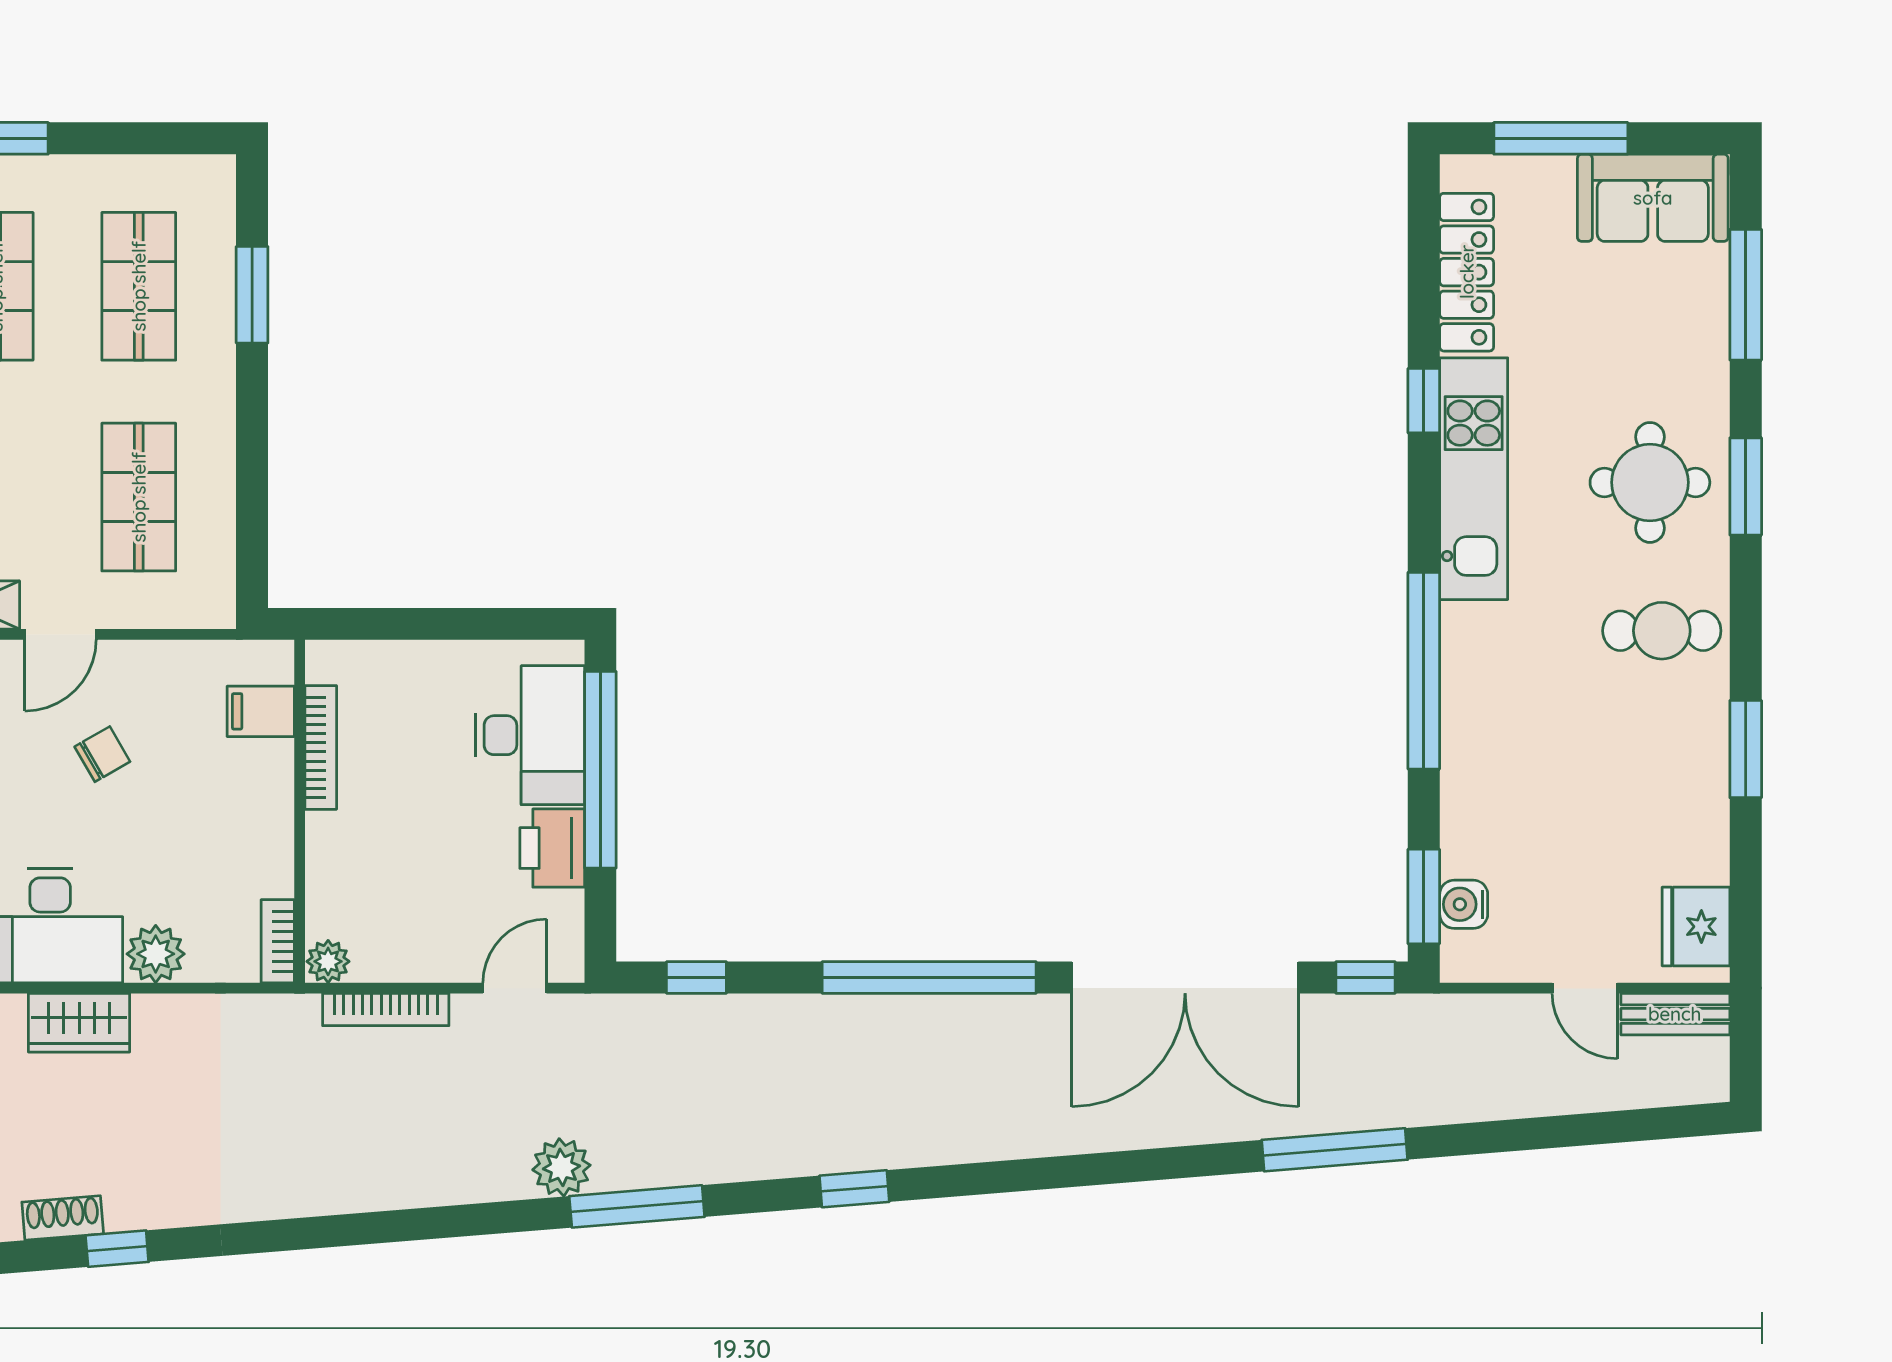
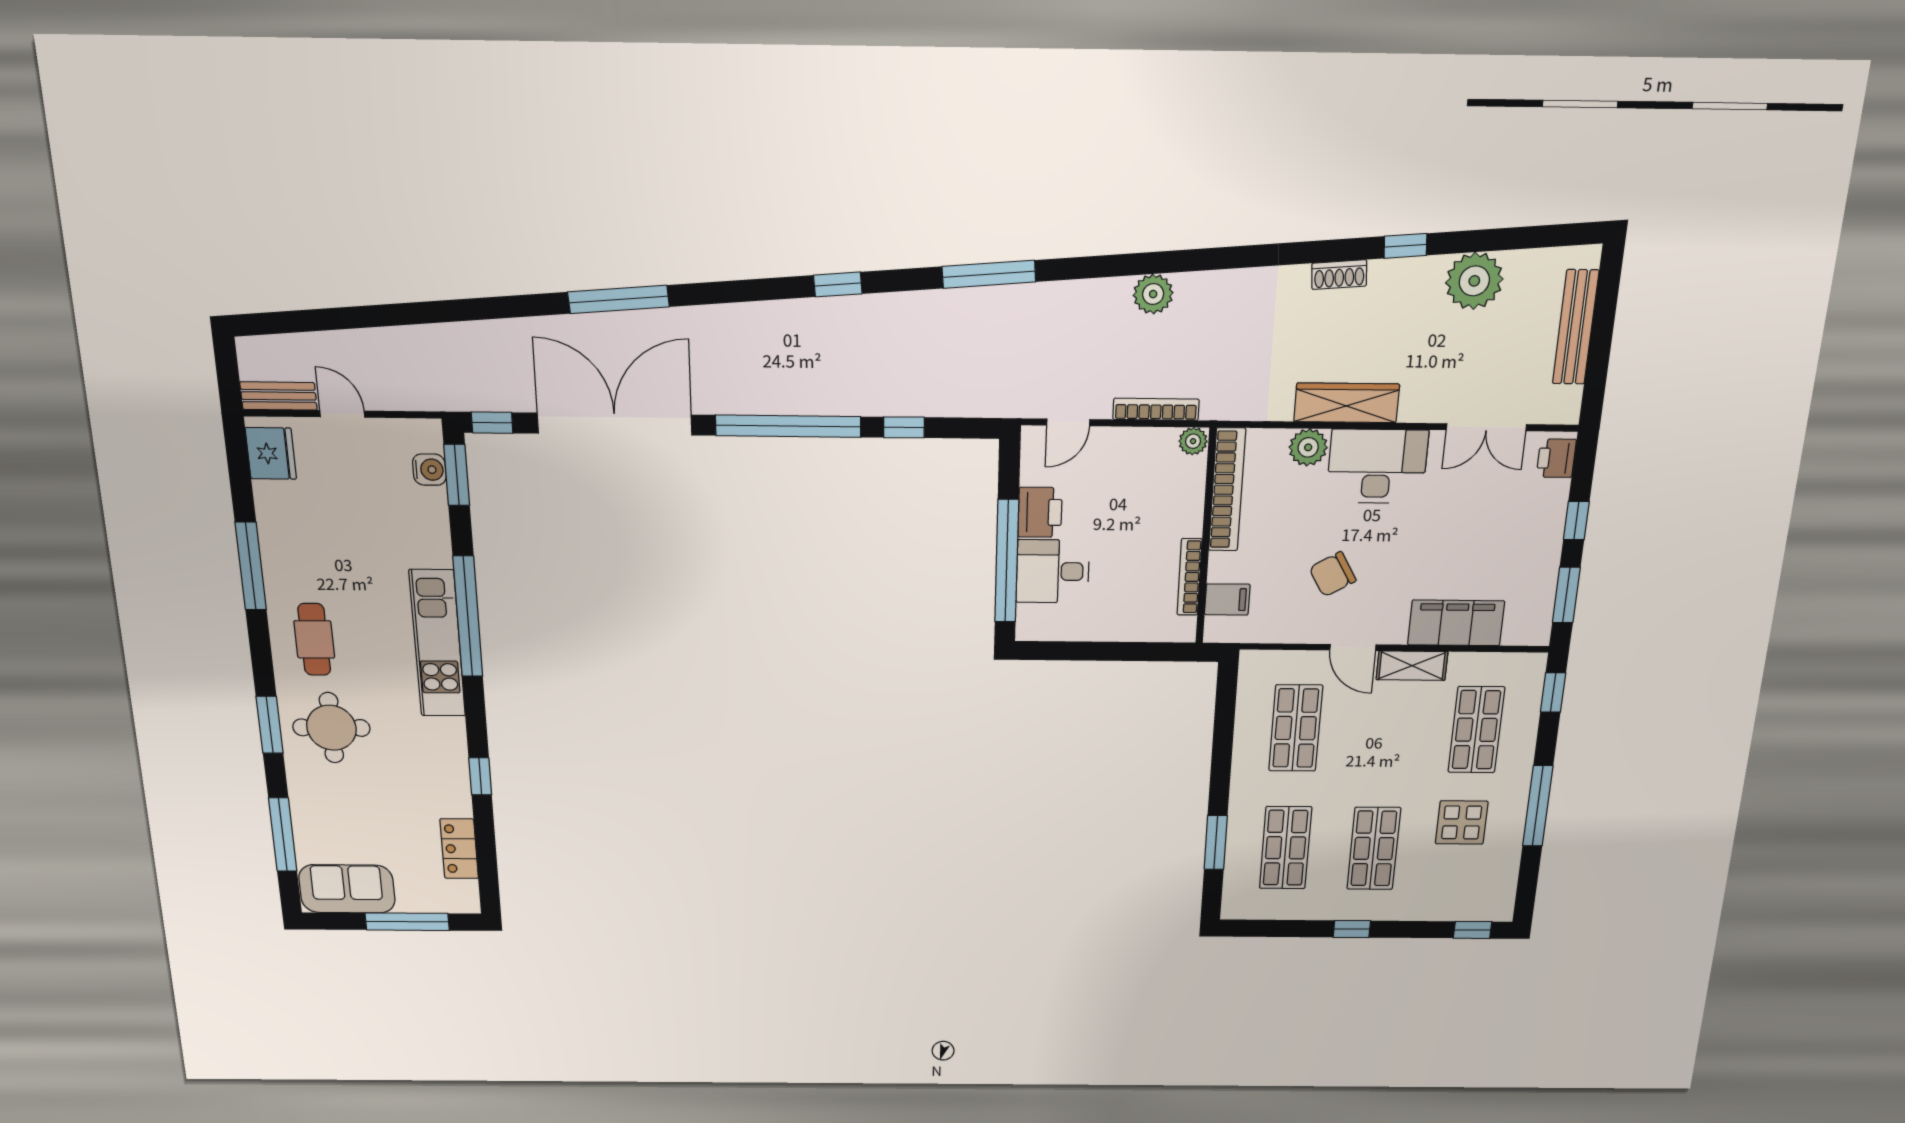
locker: (1467, 272) -> (459, 849), width x0.66
kitchen unit: (1474, 479) -> (437, 644), moved
cafe table: (1662, 631) -> (314, 639), turned 90
door: (61, 634) -> (1353, 647), swing flipped
desk: (530, 735) -> (1053, 571), width x0.73
window: (1746, 749) -> (251, 566), width x1.44
chair: (102, 754) -> (1333, 574), width x1.37, depth x1.37
bookcase: (278, 941) -> (1227, 490), width x2.31, depth x1.31
window: (696, 977) -> (904, 427), moved
wardrobe: (79, 1023) -> (1347, 403), width x1.50
window: (1335, 1150) -> (618, 299), moved
plant: (561, 1167) -> (1153, 294), moved
shoe rack: (63, 1218) -> (1339, 275), moved
window: (117, 1249) -> (1405, 246), moved

